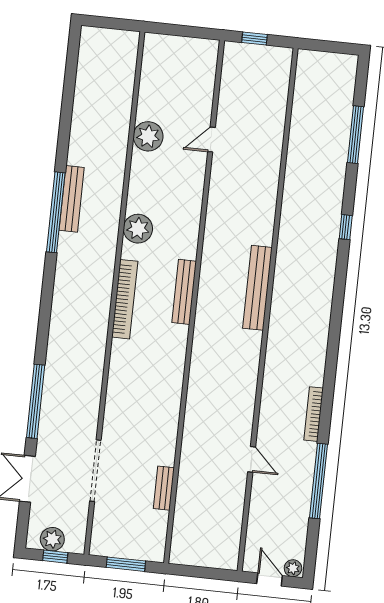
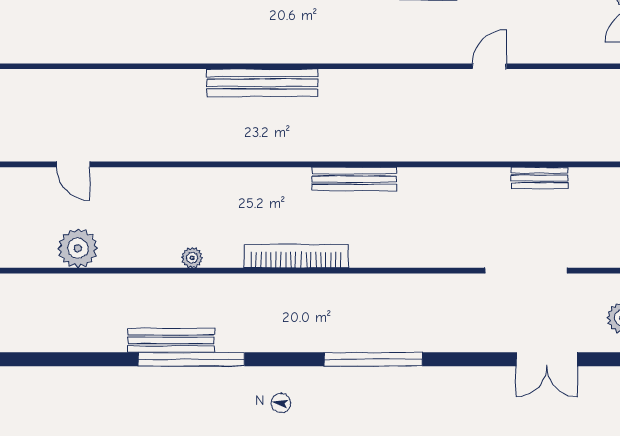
plant: (138, 229) -> (192, 258), width x0.53, depth x0.53
bench: (184, 292) -> (354, 179), moved
window: (36, 401) -> (373, 359), moved

